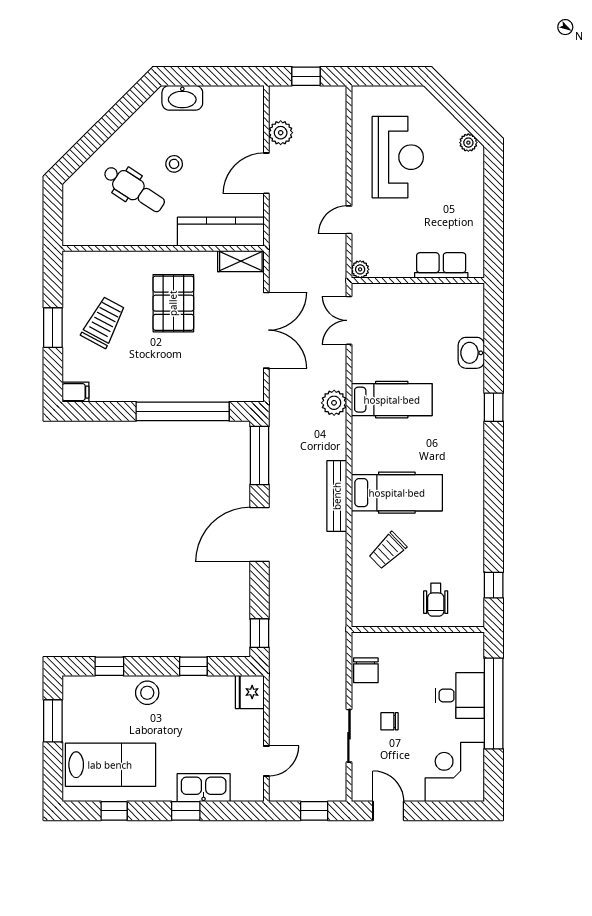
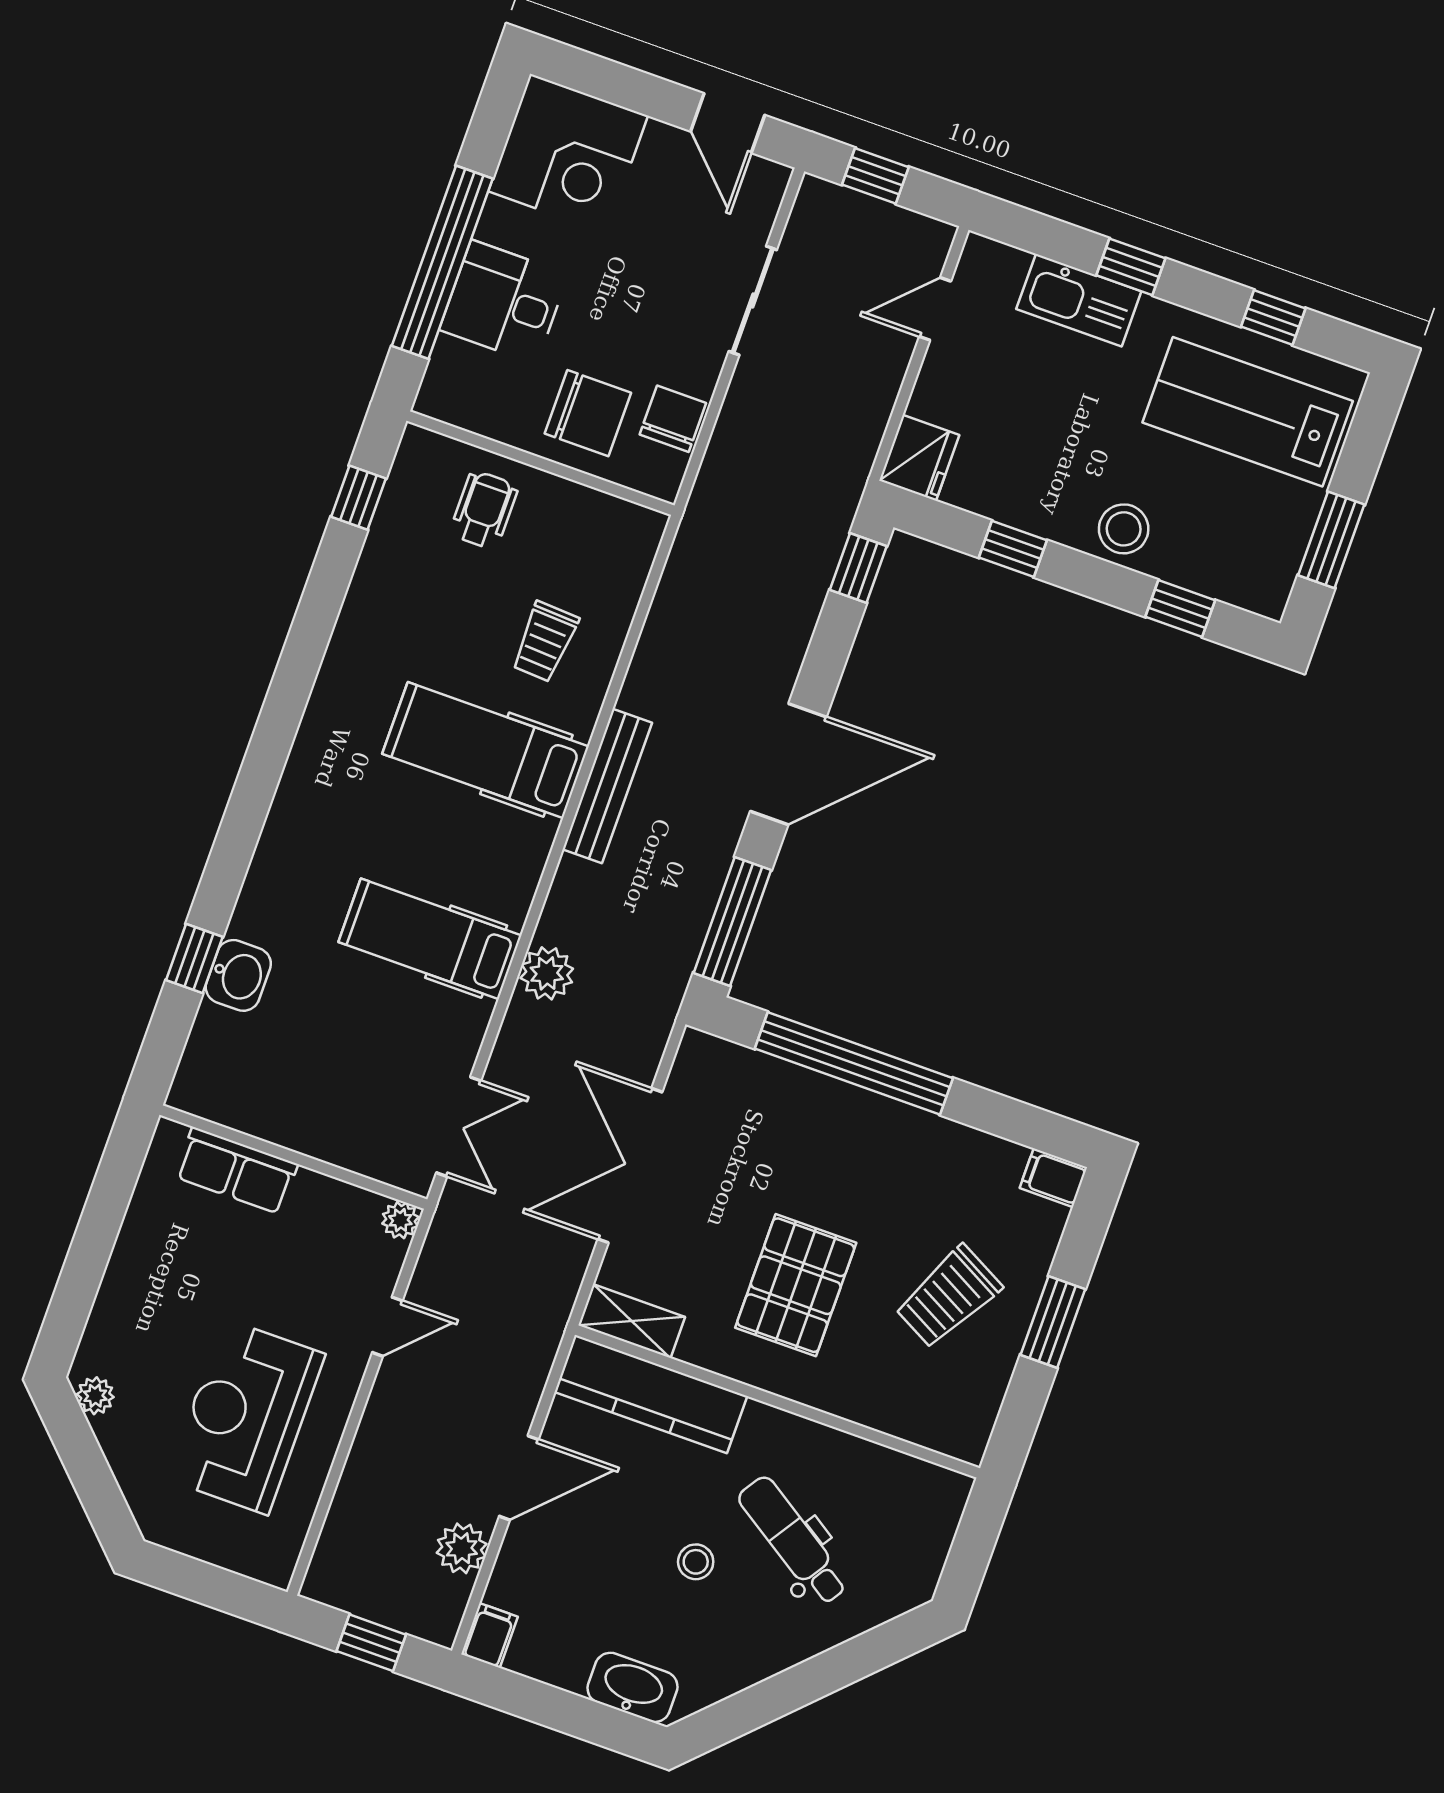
filing cabinet: (254, 98) -> (490, 1635), added
window: (494, 407) -> (194, 959), moved
trolley: (388, 550) -> (545, 642), turned 137
chair: (390, 721) -> (588, 413), moved, width x1.87, depth x1.87

